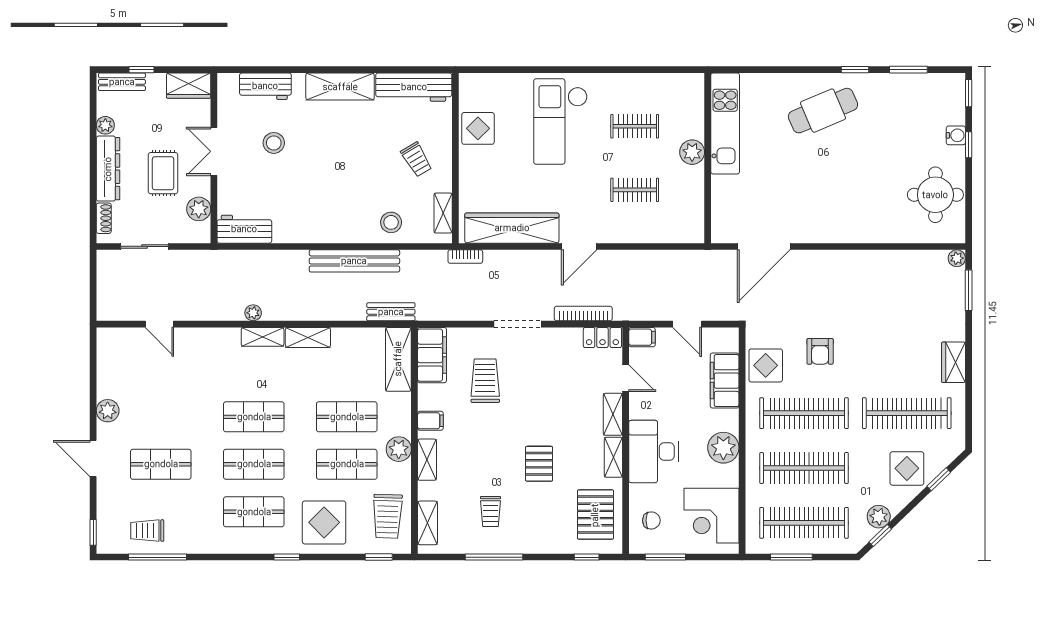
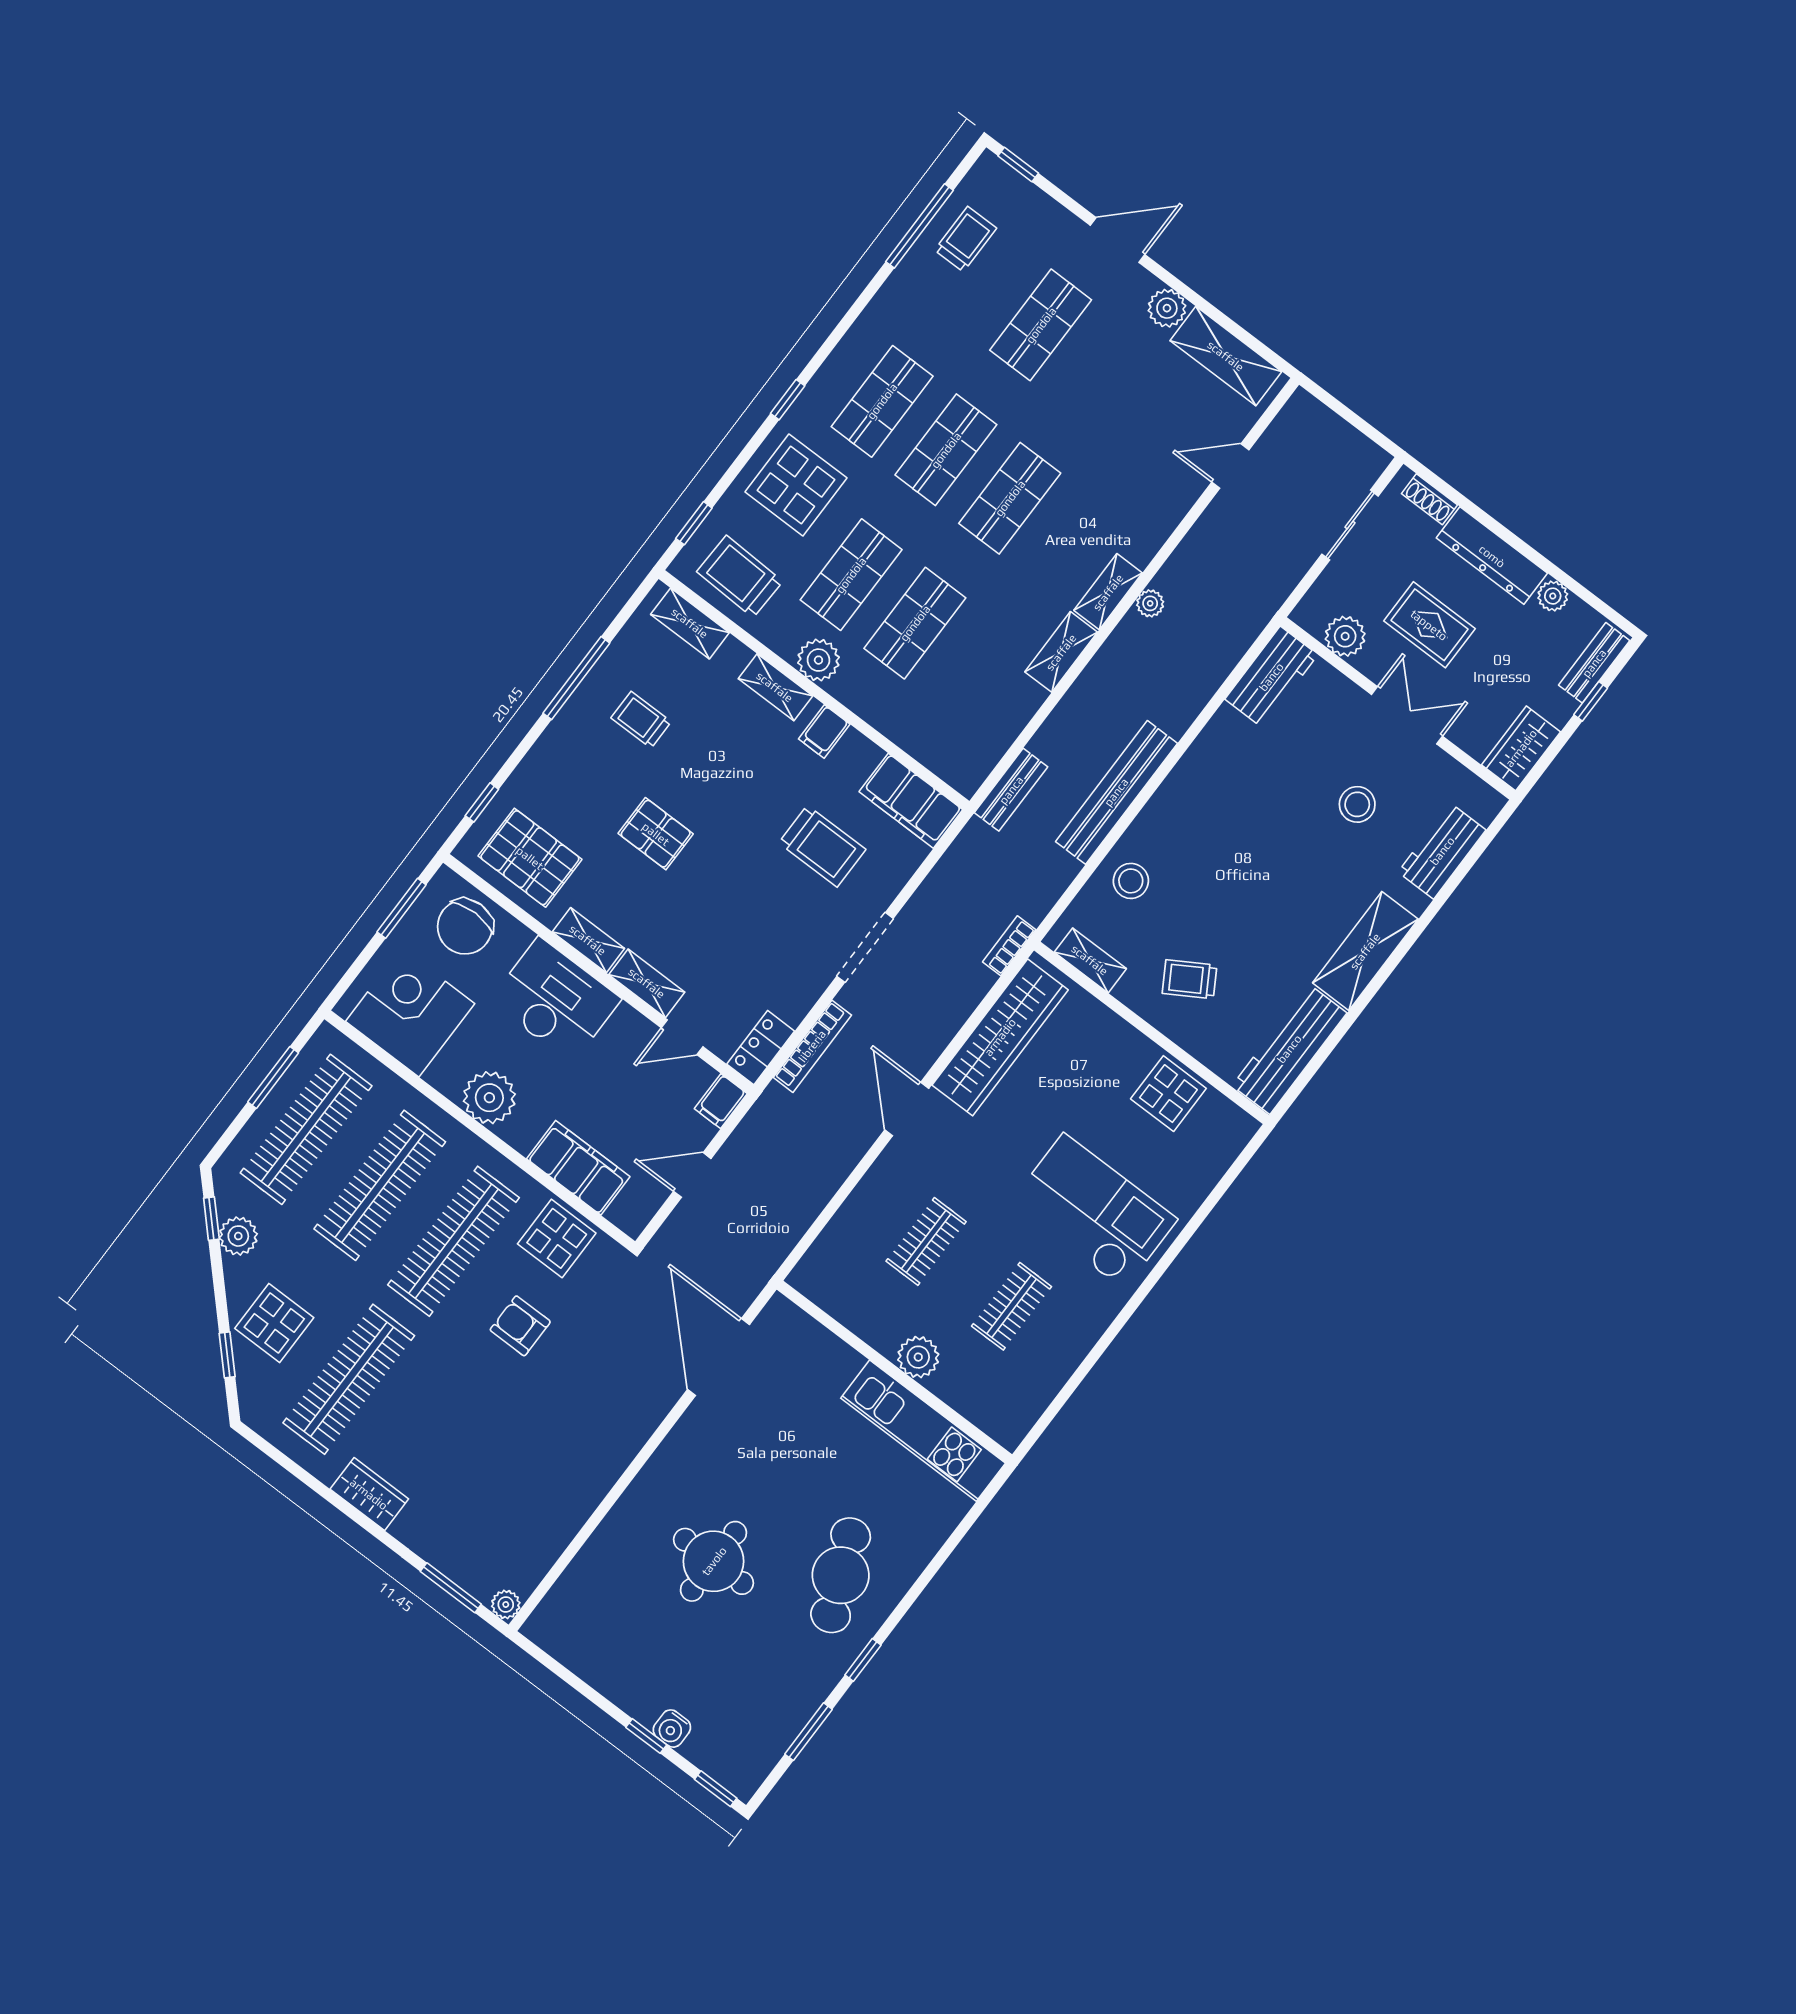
round table: (935, 195) -> (714, 1561), moved
shelving: (398, 359) -> (1226, 356), moved
chair: (651, 520) -> (465, 927), width x1.87, depth x1.87

